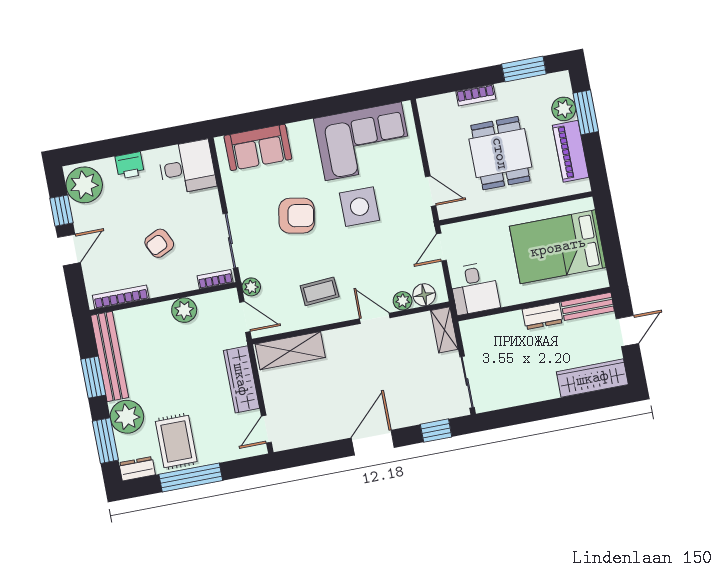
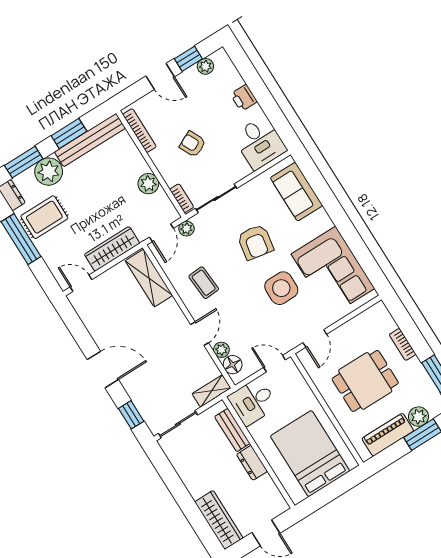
plant: (84, 185) -> (205, 66), width x0.53, depth x0.53
bench: (588, 306) -> (232, 430), moved

